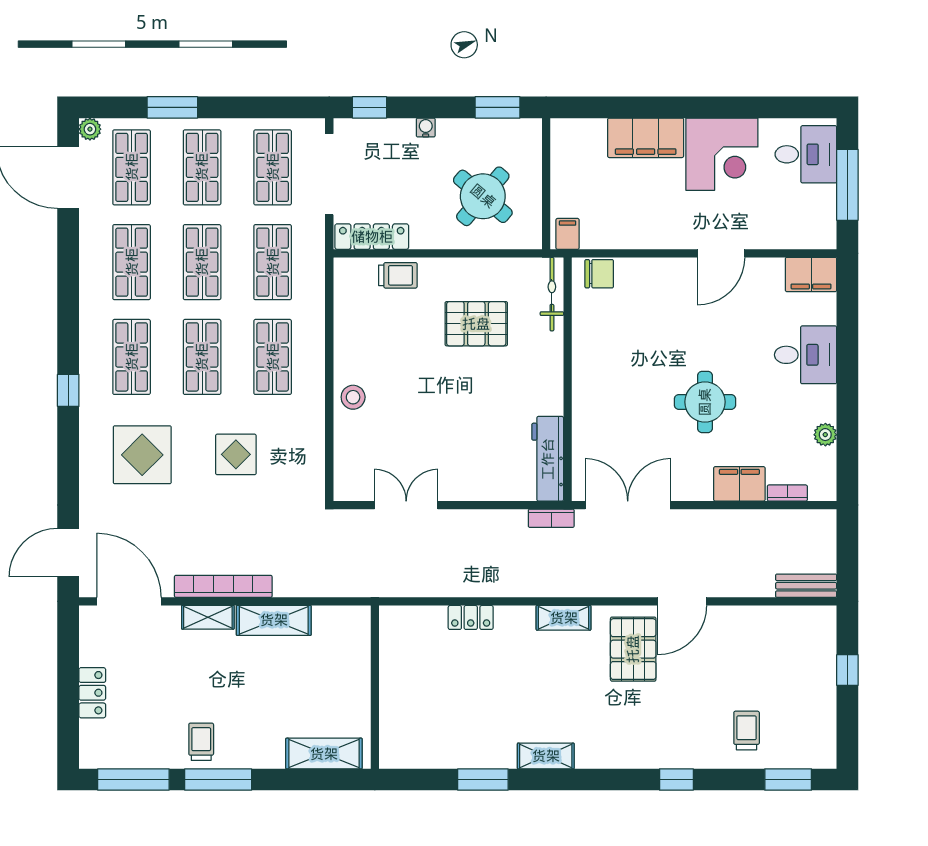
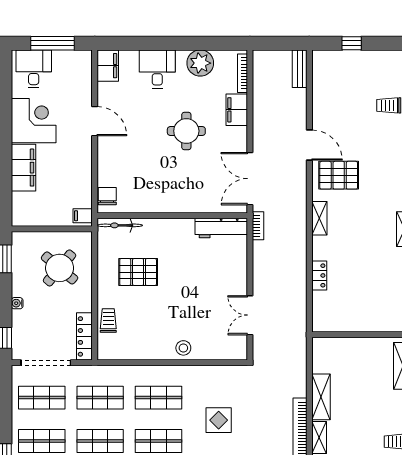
pallet: (476, 324) -> (138, 272), turned 90
plant: (825, 435) -> (200, 63), width x1.88, depth x1.88
bookcase: (787, 493) -> (242, 73), width x1.56

